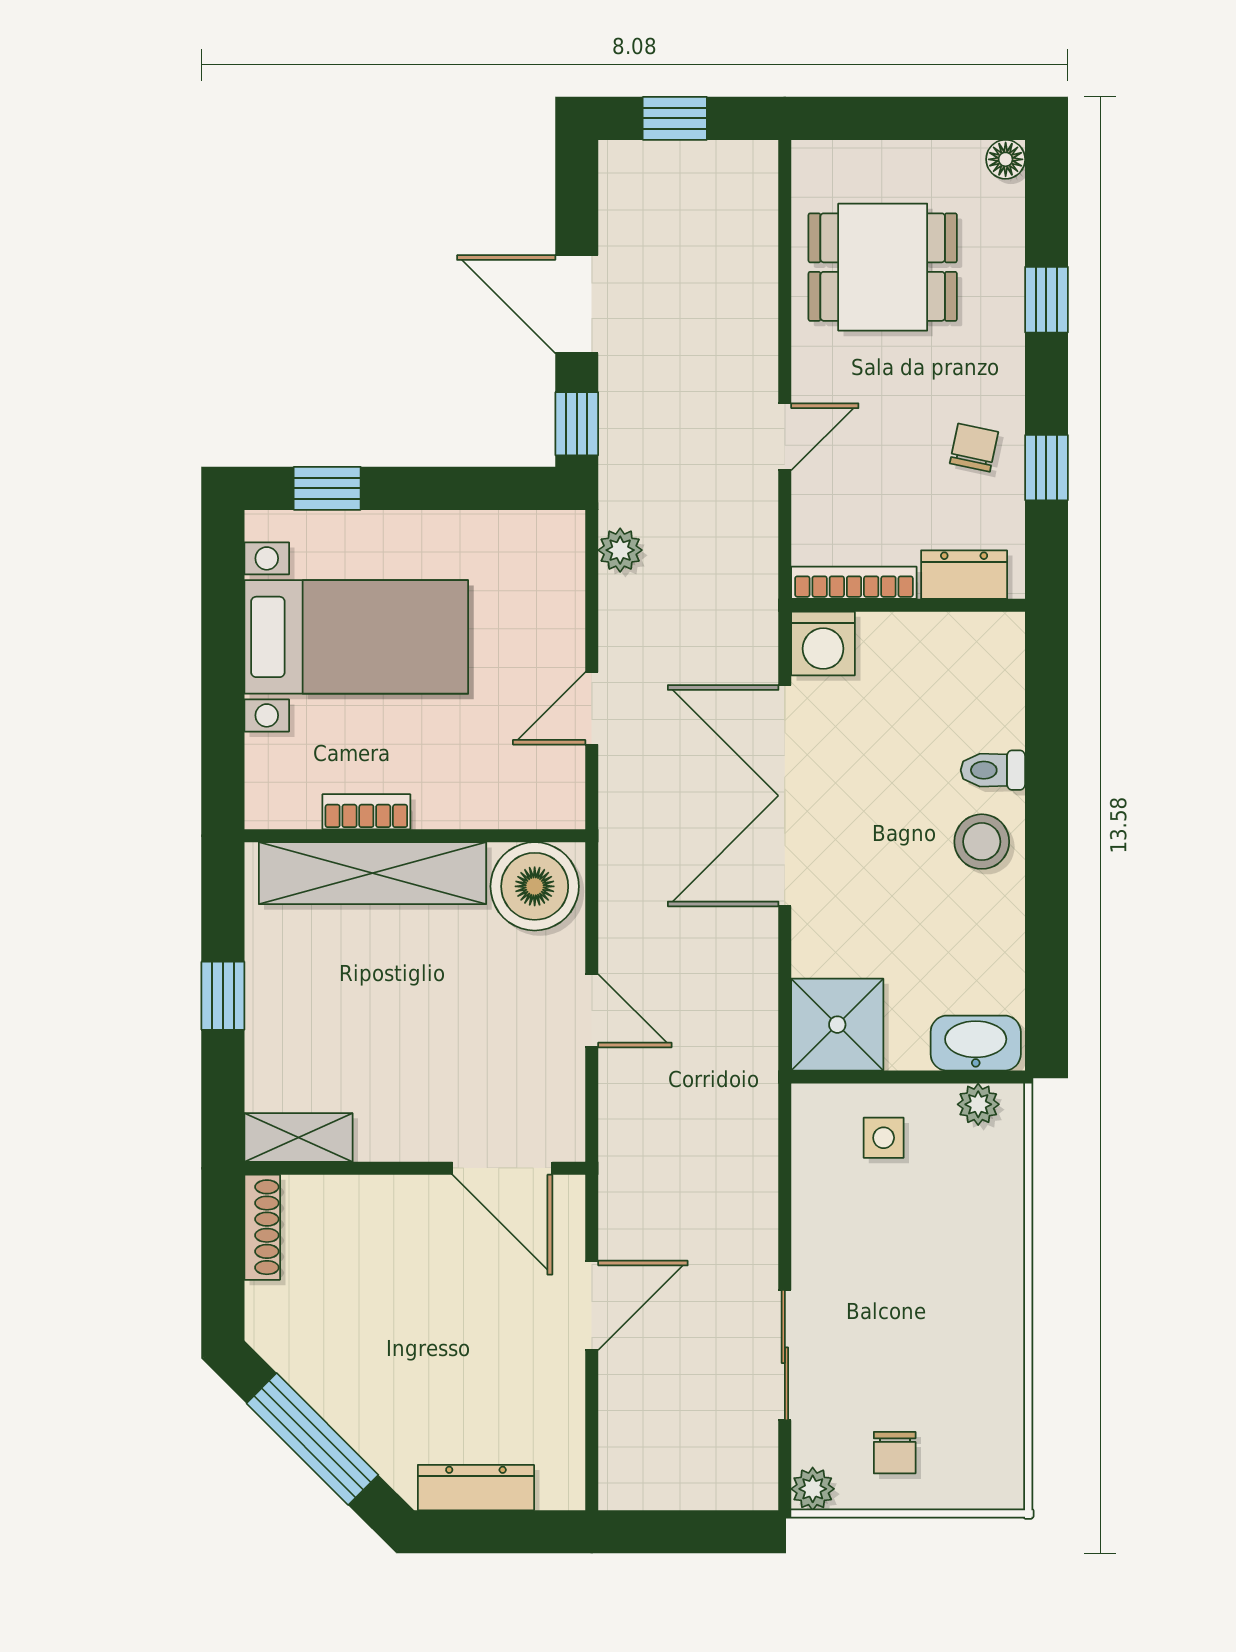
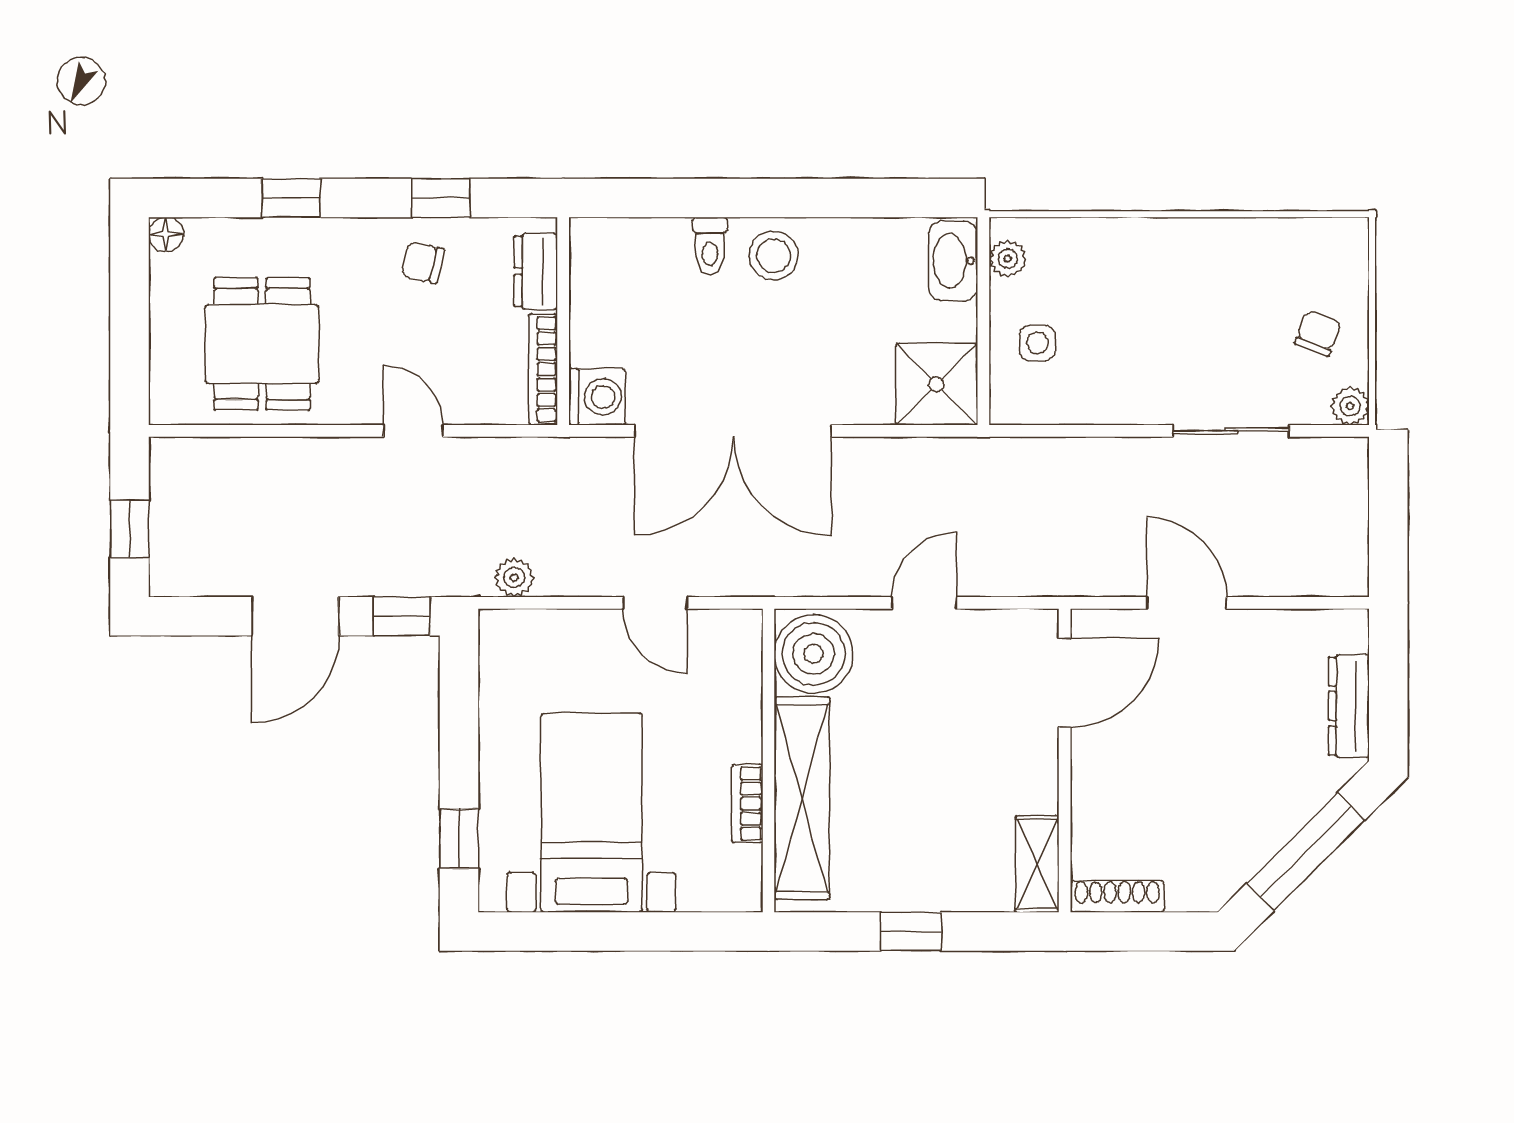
chair: (895, 1453) -> (1318, 333), turned -69

